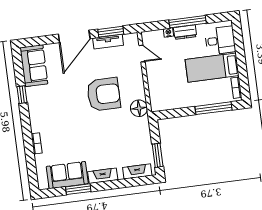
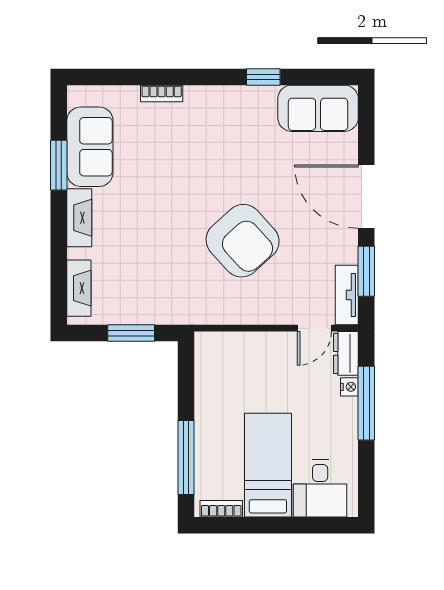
window: (188, 22) -> (366, 403), moved
dresser: (185, 32) -> (346, 353), moved
tv unit: (108, 42) -> (347, 295), moved
armchair: (104, 94) -> (243, 241), turned -42
floor lamp: (139, 108) -> (205, 308), removed
window: (158, 155) -> (131, 333), moved

